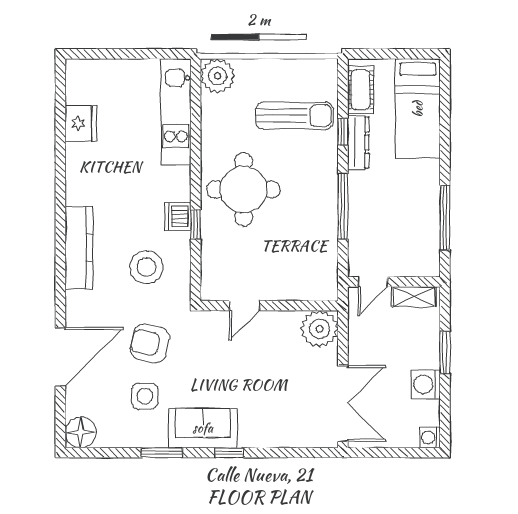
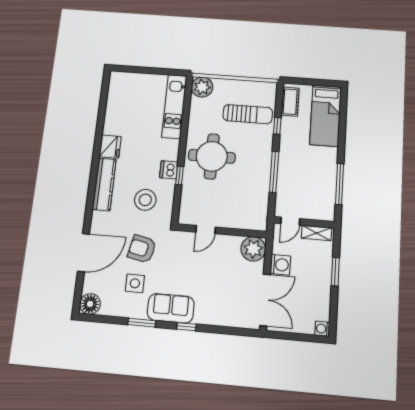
fridge: (81, 123) -> (110, 147), moved
dresser: (358, 143) -> (287, 133), removed
washing machine: (426, 384) -> (280, 265), moved, turned 180

